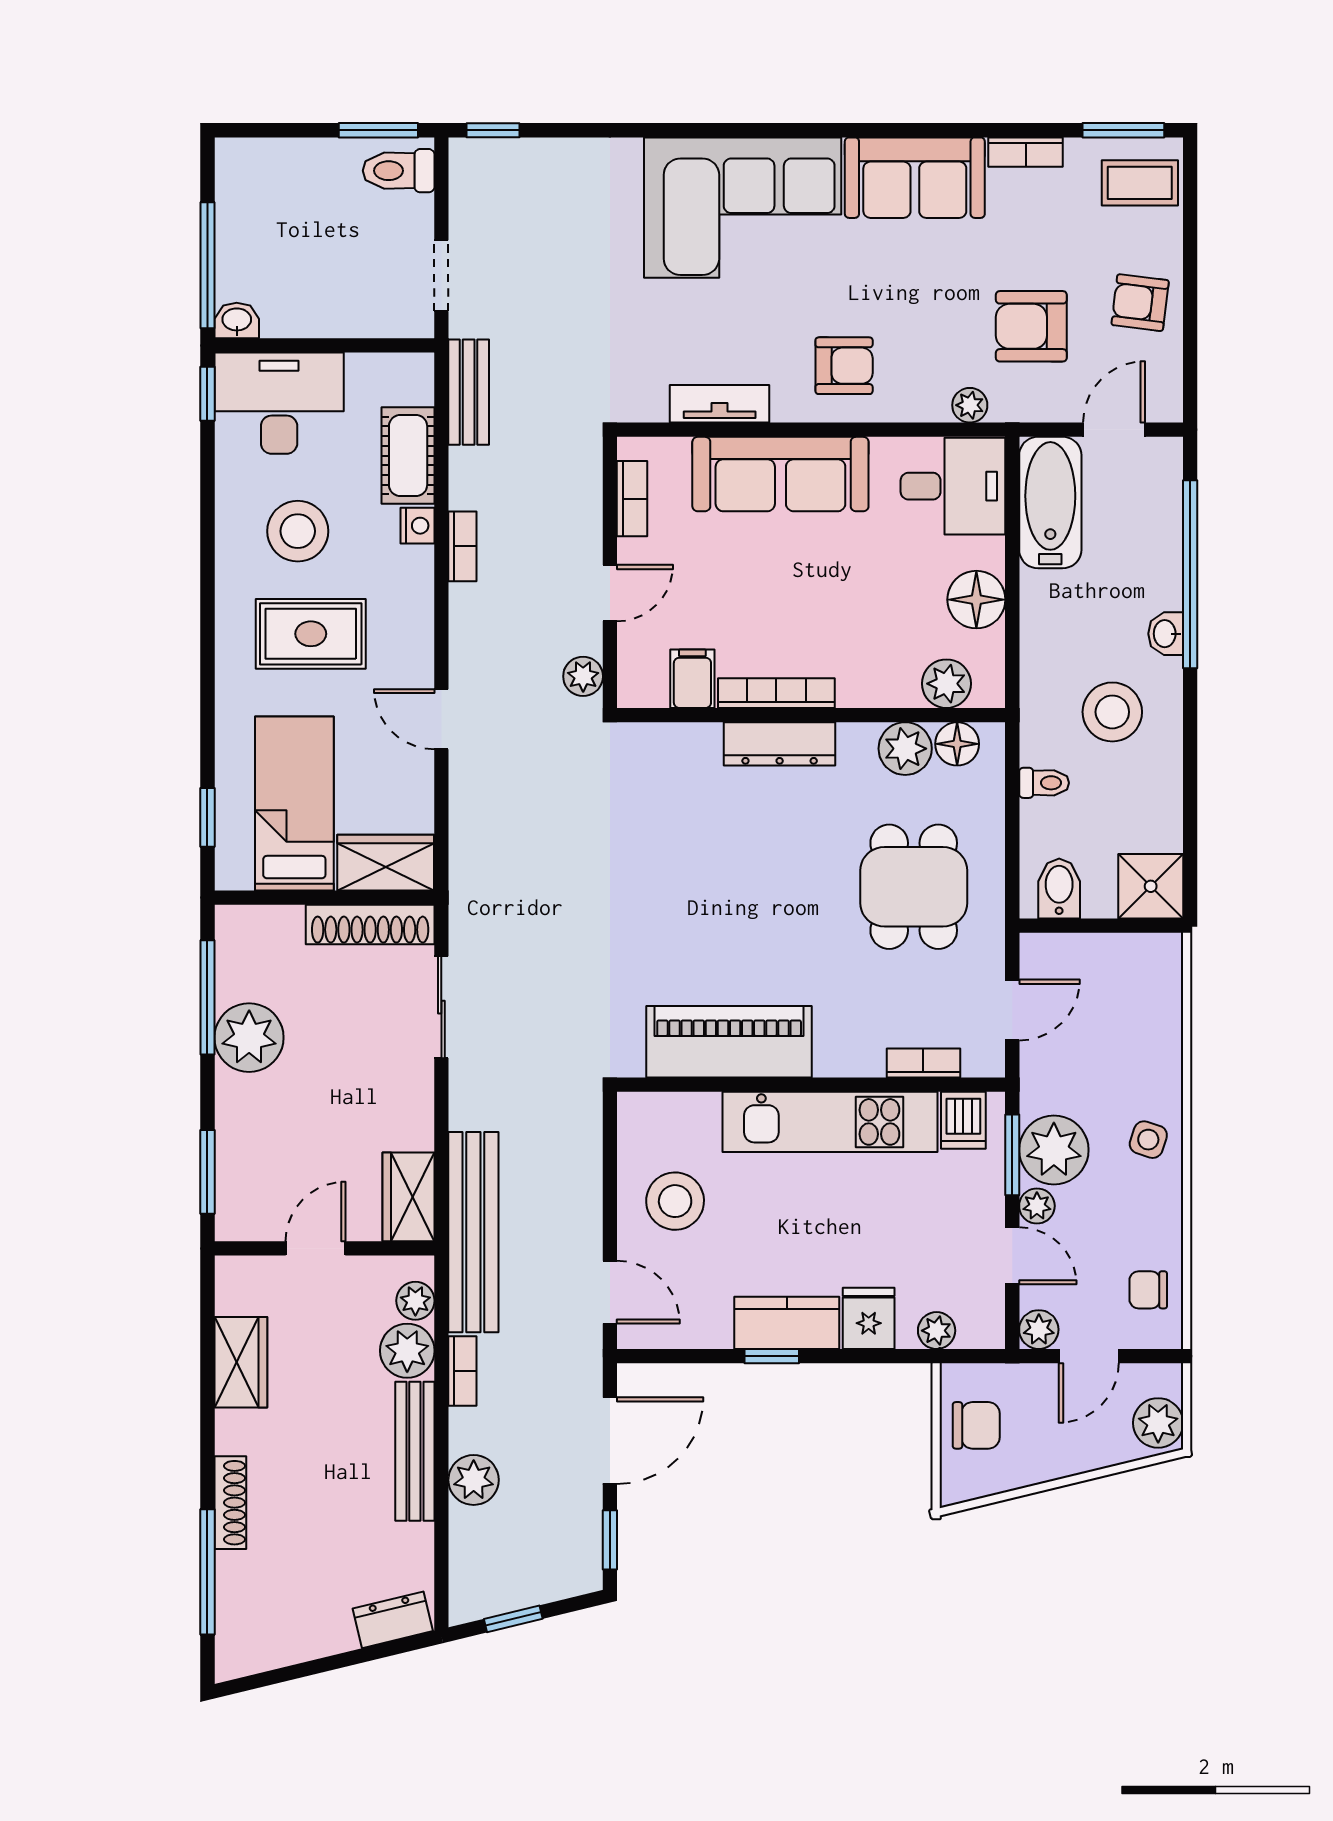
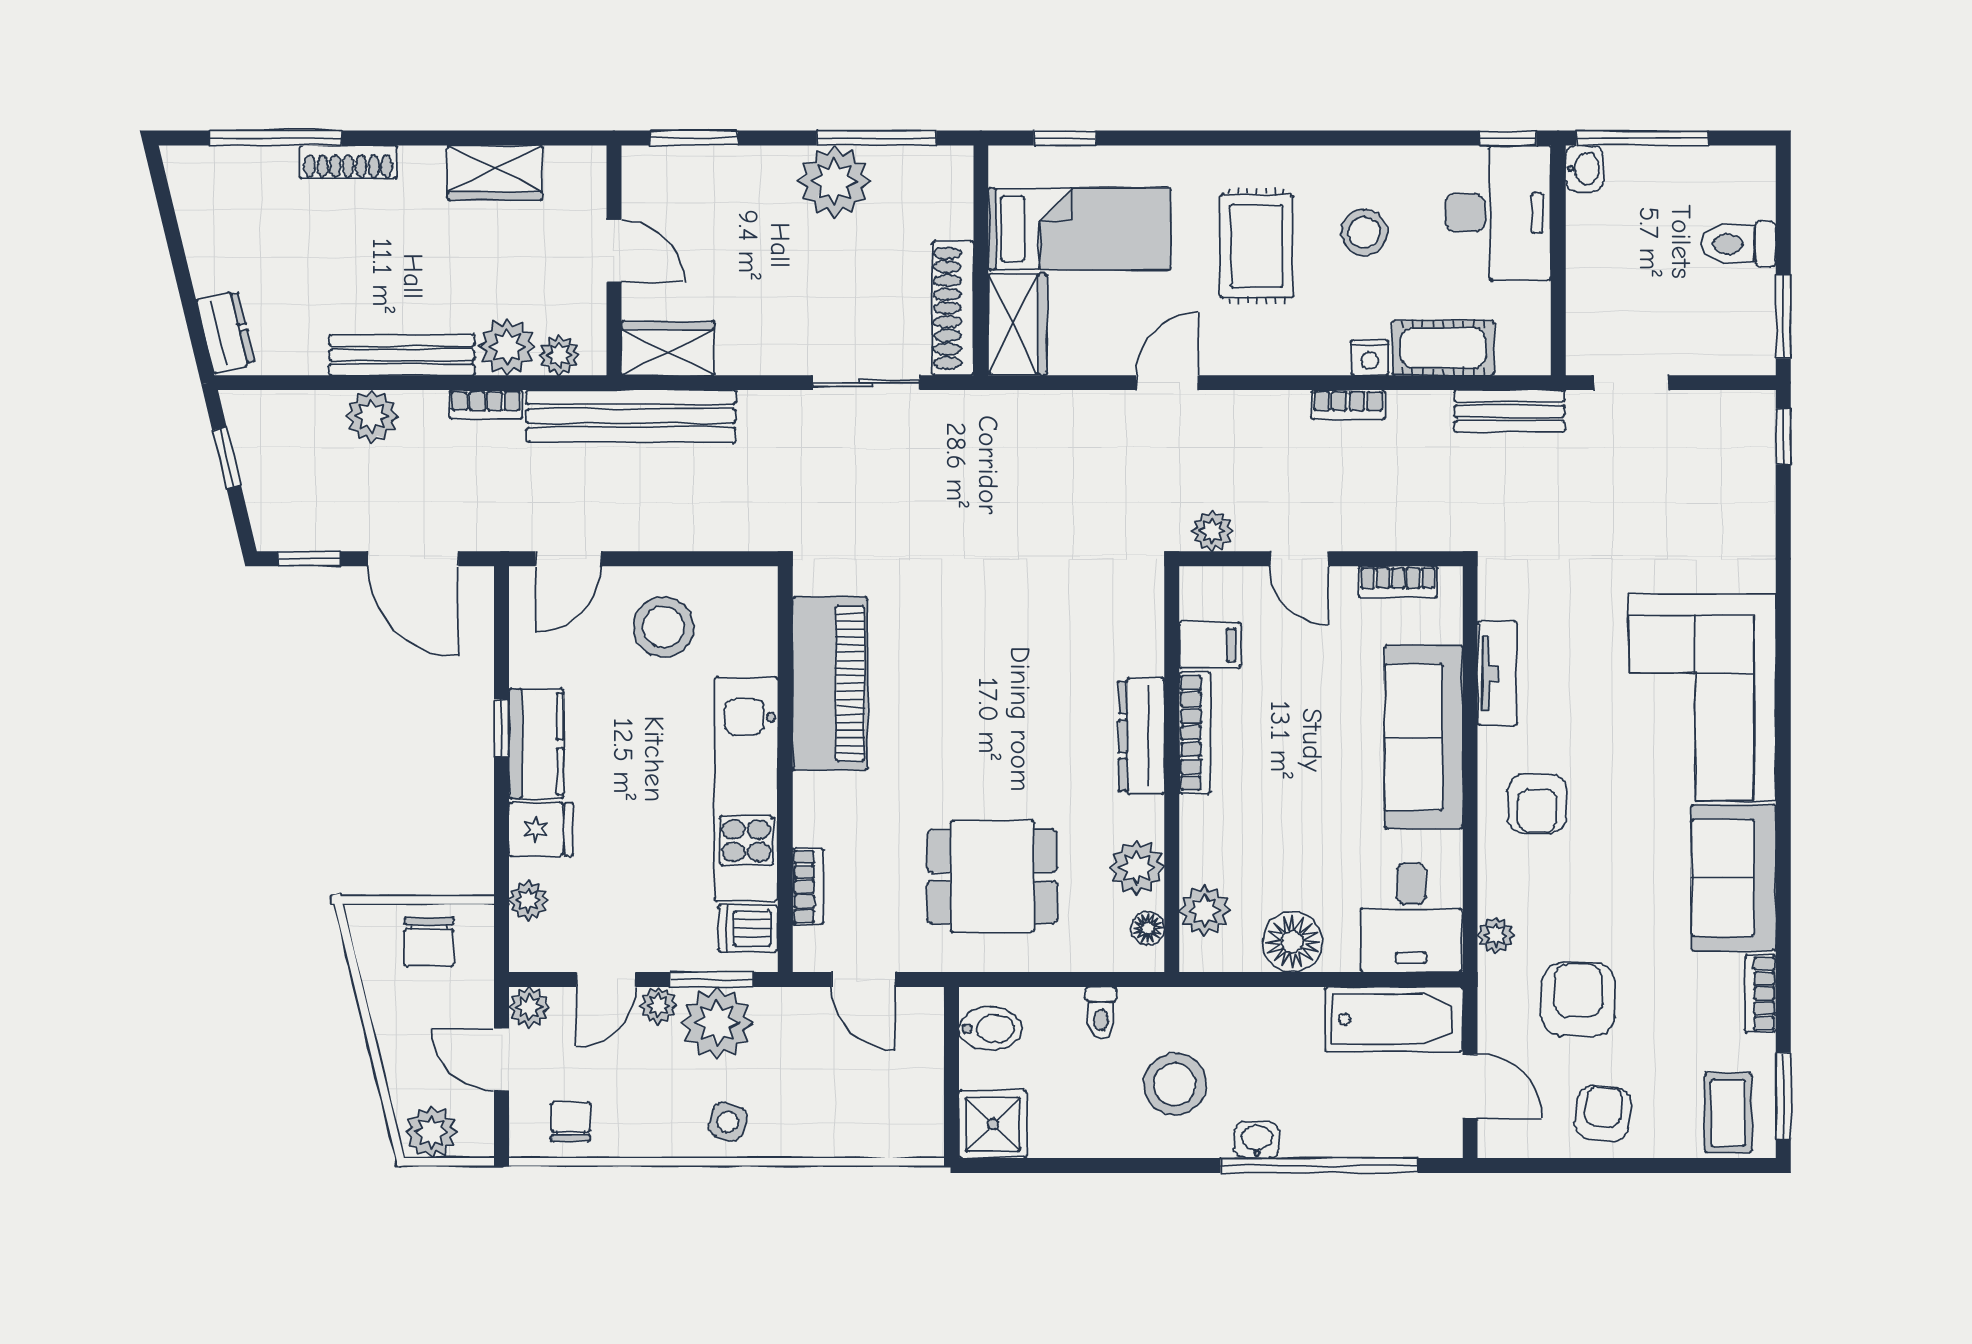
toilet: (399, 171) -> (1738, 244), moved, turned -90
stool: (298, 531) -> (1364, 232), width x0.73, depth x0.73
floor lamp: (957, 744) -> (1148, 928), width x0.73, depth x0.73

